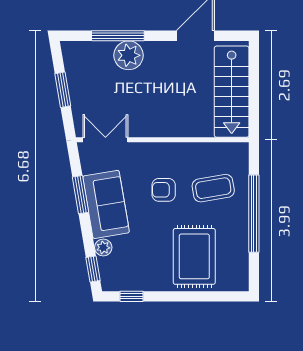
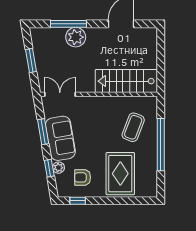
stairs: (232, 92) -> (126, 81), moved, turned 90
coffee table: (213, 188) -> (133, 127), turned -59
armchair: (164, 190) -> (83, 177), moved
window: (93, 269) -> (49, 168), moved

